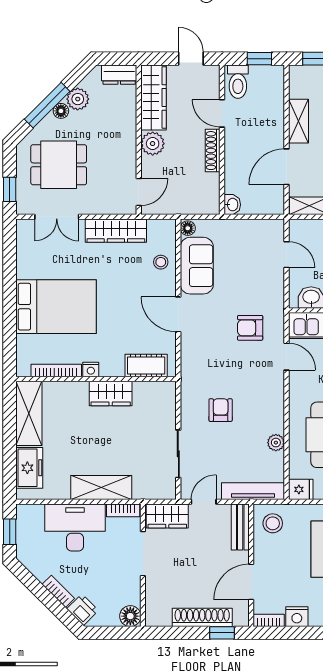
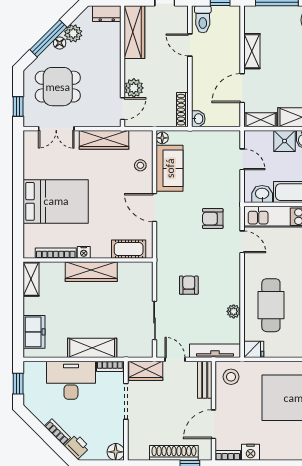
plant: (153, 144) -> (134, 88), moved
shoe rack: (213, 151) -> (182, 110), moved
wardrobe: (111, 393) -> (91, 272), width x1.50
shelving: (29, 413) -> (31, 279), width x0.67, depth x0.75
door: (204, 502) -> (175, 359), hinge flipped

